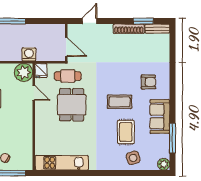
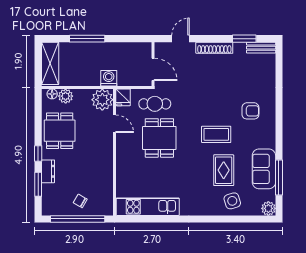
shoe rack: (129, 29) -> (214, 48), moved
sofa: (160, 117) -> (264, 169), moved

